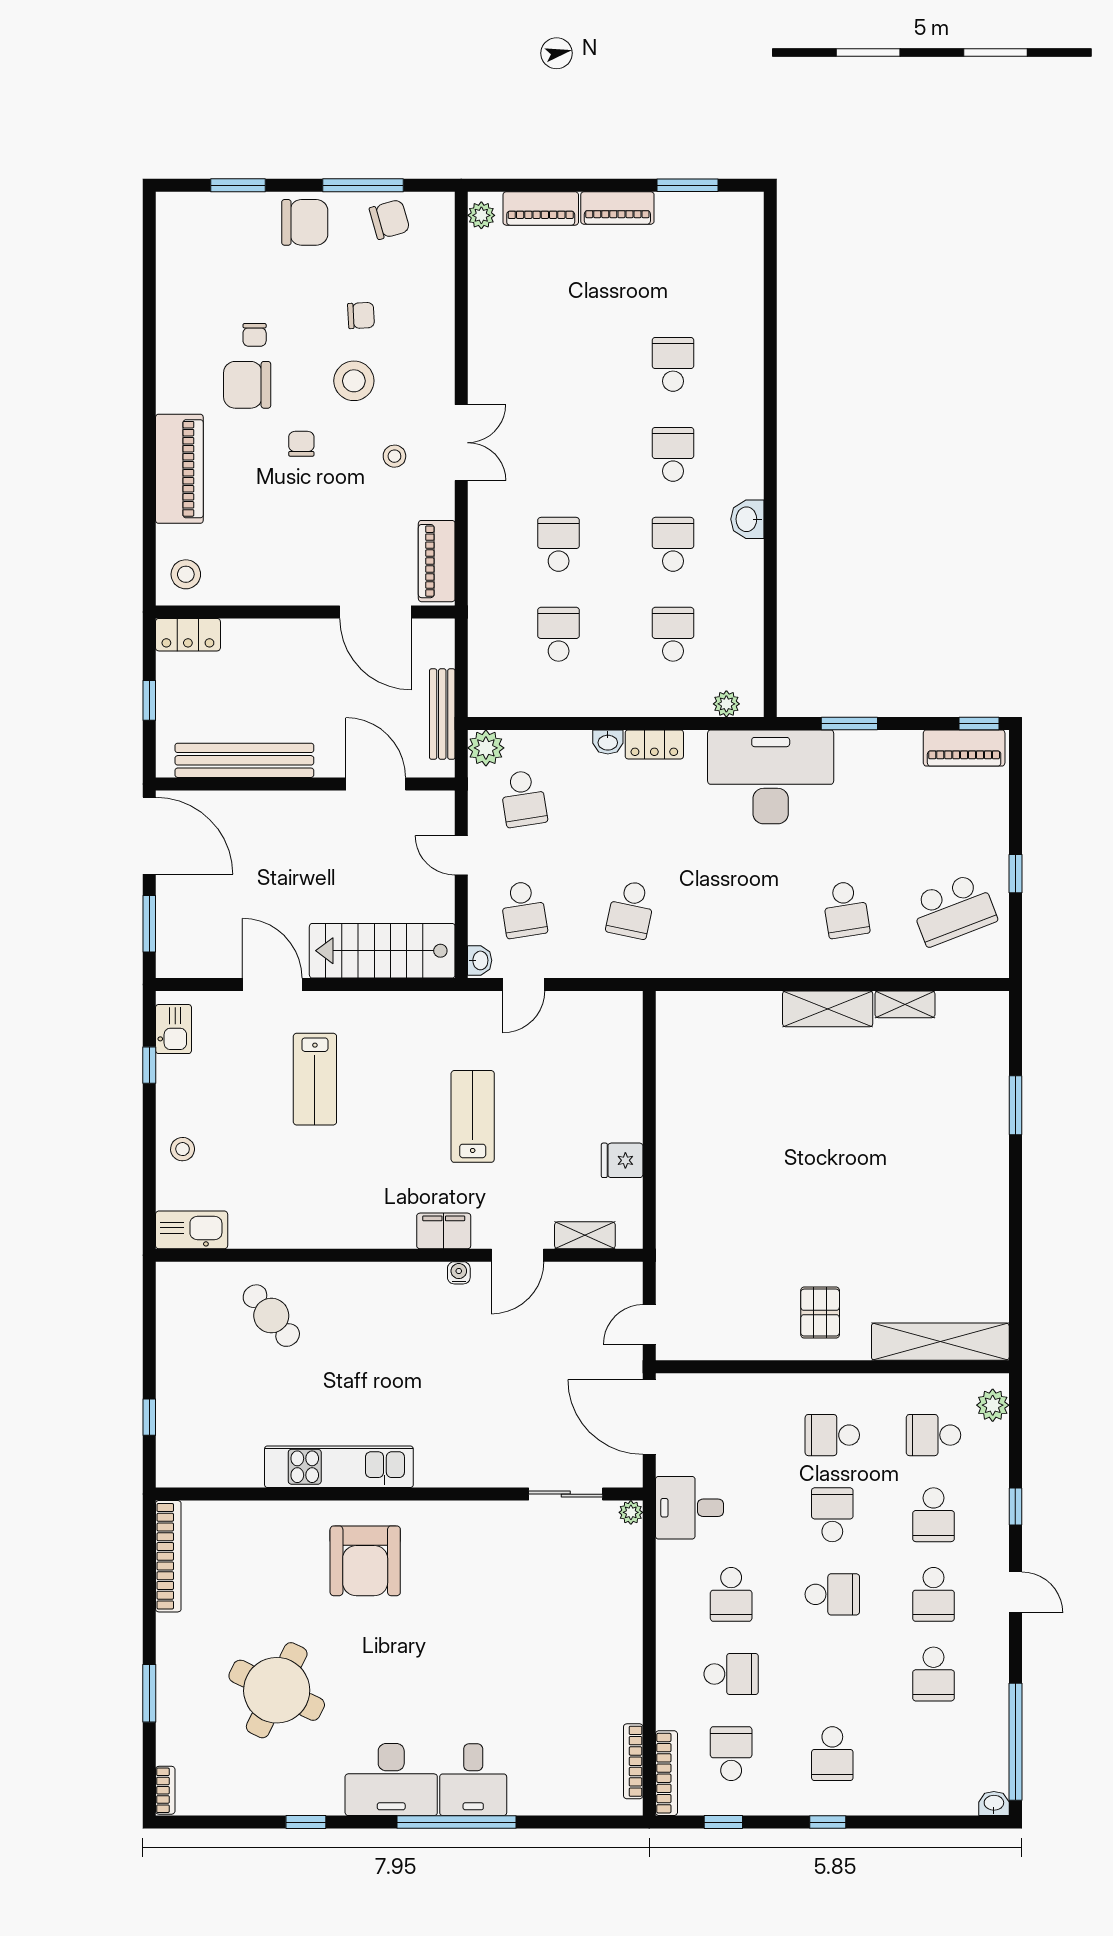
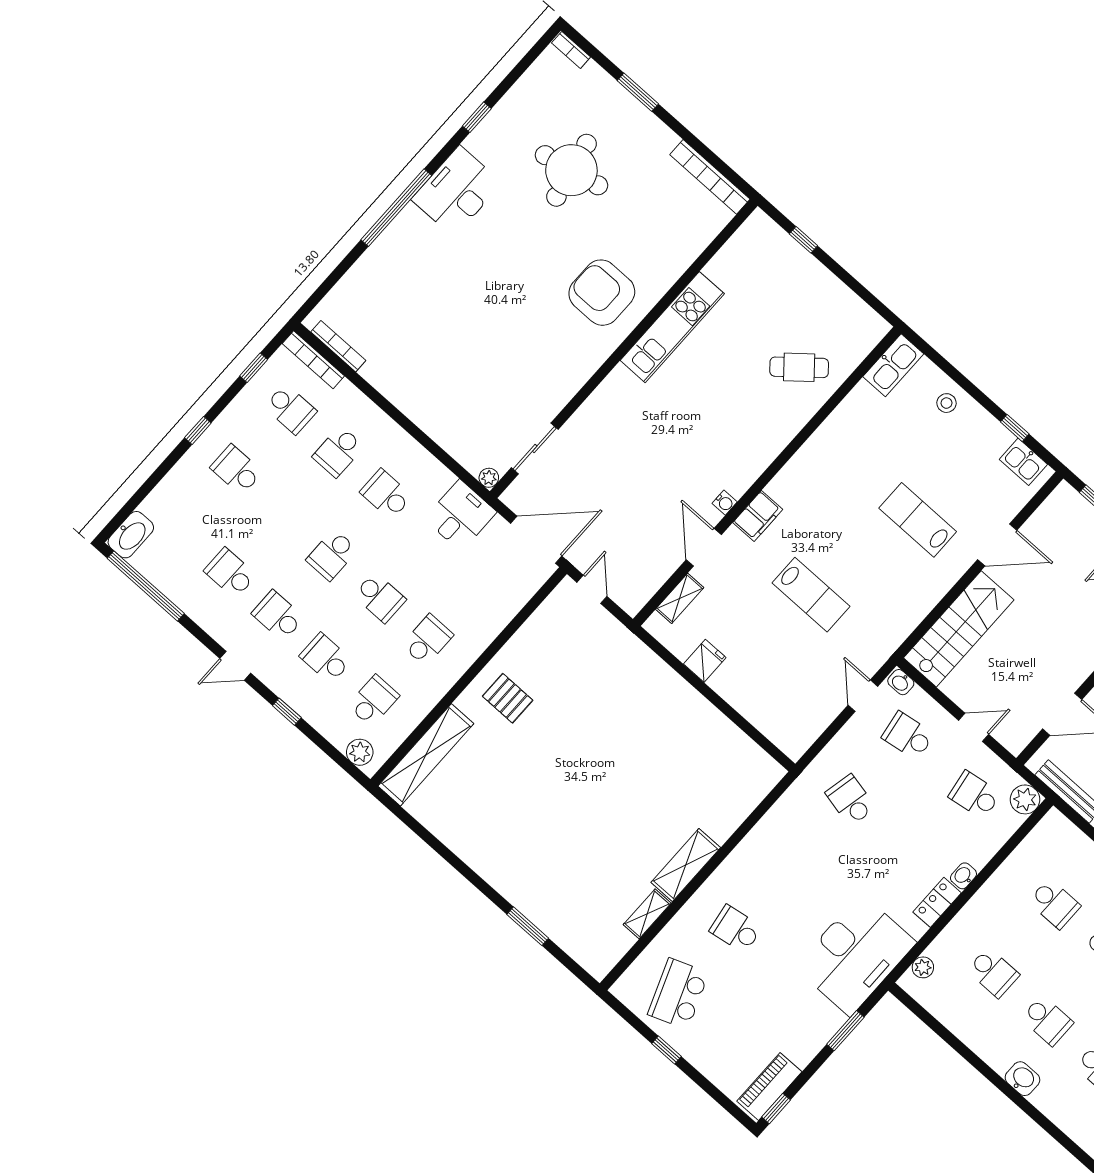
round table: (277, 1690) -> (571, 170), turned -38
desk: (473, 1780) -> (413, 240), removed
washbasin: (994, 1803) -> (131, 535), width x1.91, depth x1.45

